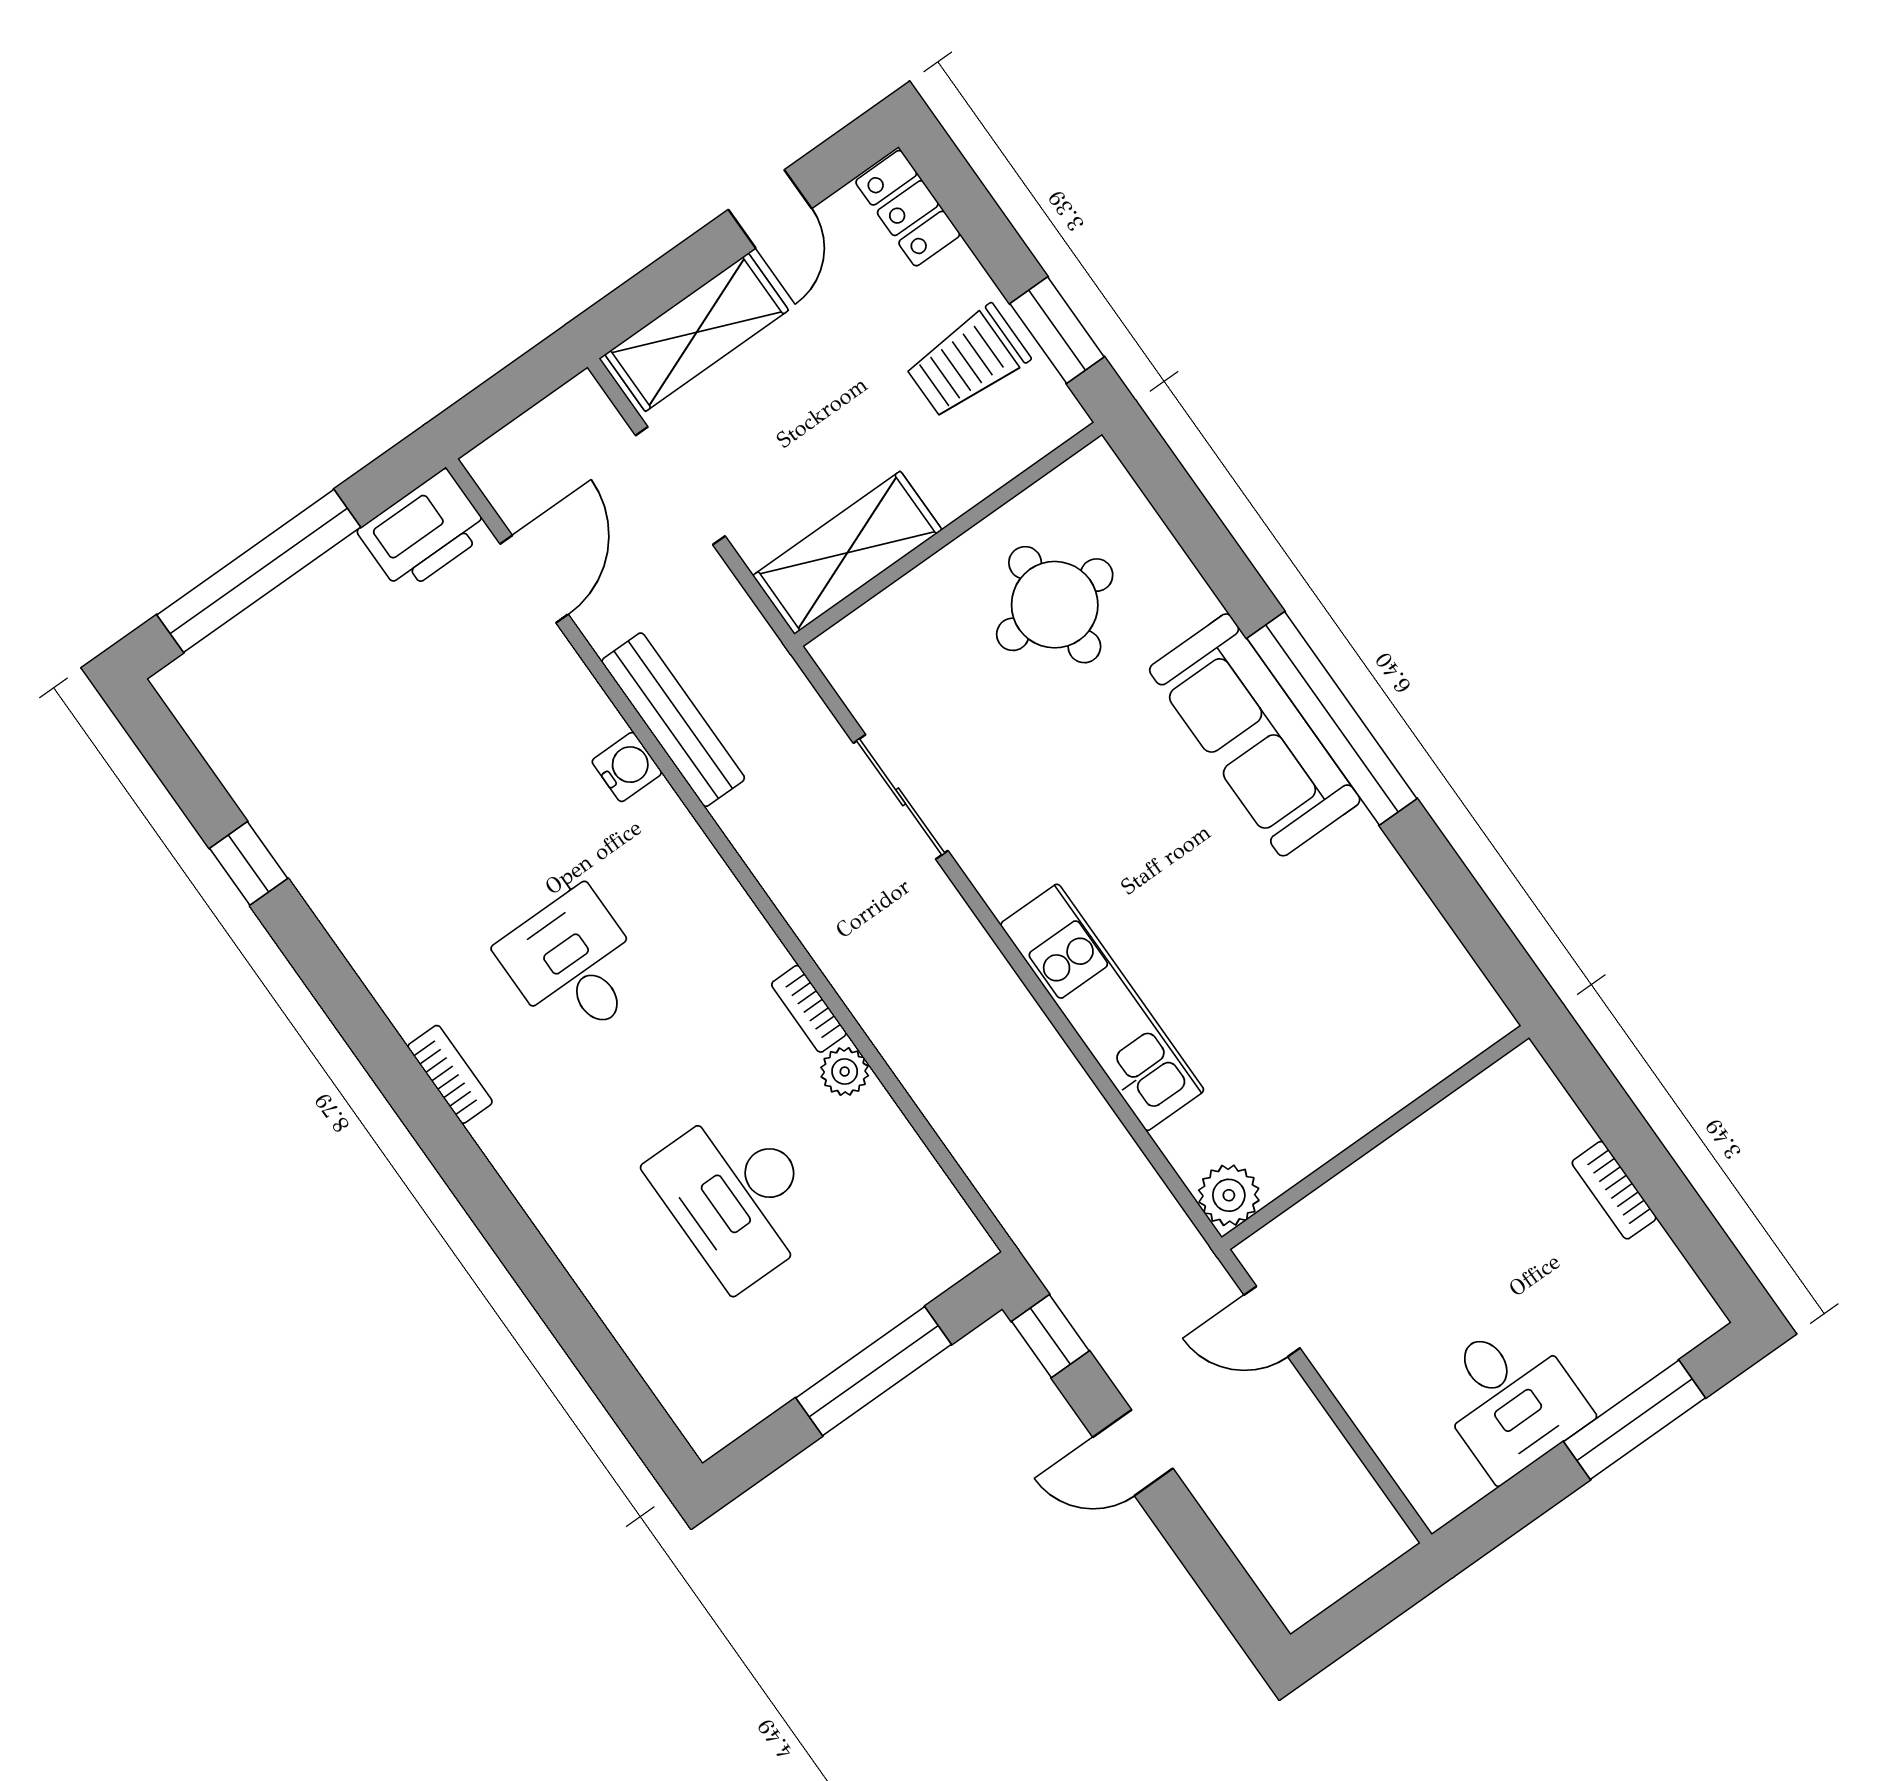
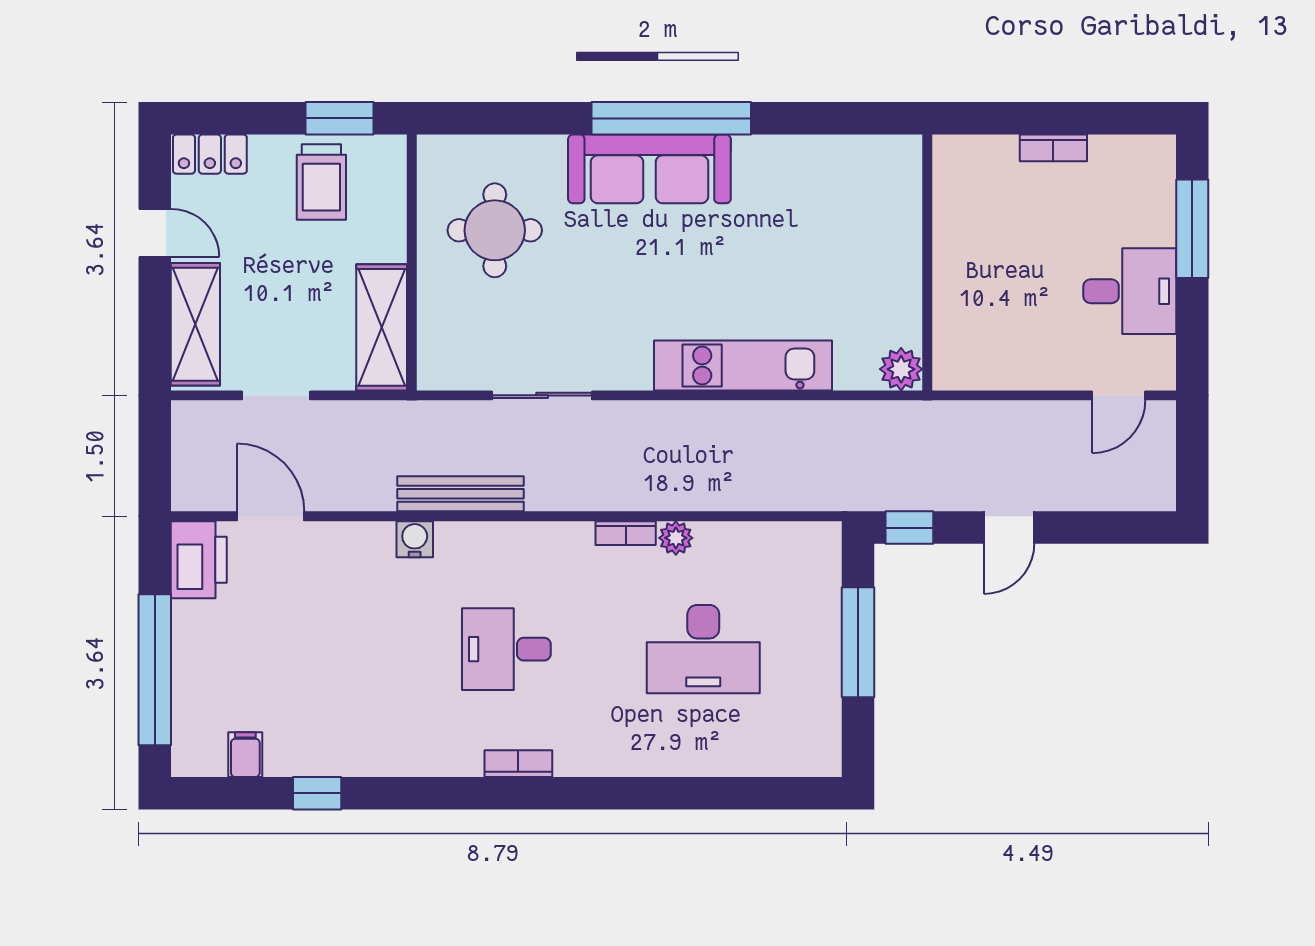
doorway: (680, 486) -> (276, 395), width x0.73
bench: (673, 720) -> (460, 494), moved
filing cabinet: (234, 747) -> (245, 755), added
door: (1272, 1321) -> (1119, 395), moved

